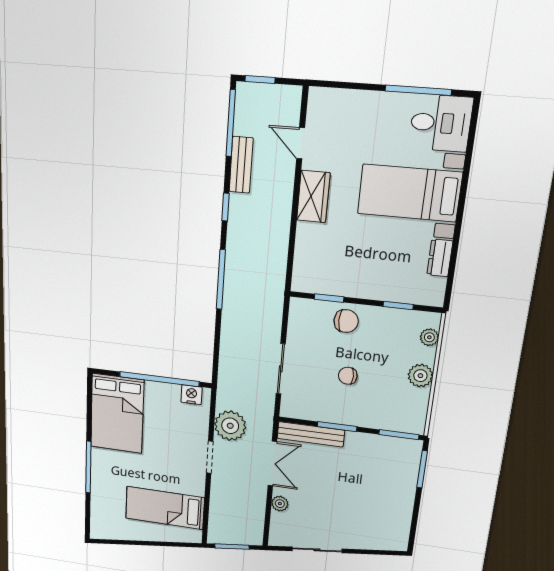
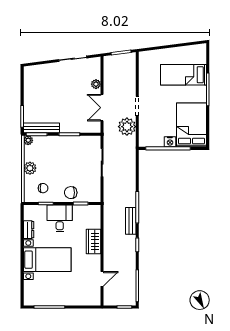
desk: (441, 123) -> (60, 218), moved, turned 90
door: (301, 143) -> (102, 279), hinge flipped
bench: (241, 165) -> (131, 221), moved
wardrobe: (313, 197) -> (94, 241), moved
plant: (429, 337) -> (28, 140), moved
chair: (348, 376) -> (43, 188), moved
nightstand: (191, 395) -> (170, 142), moved
bench: (311, 434) -> (41, 128), moved
bed: (165, 508) -> (184, 75), moved, turned 180

